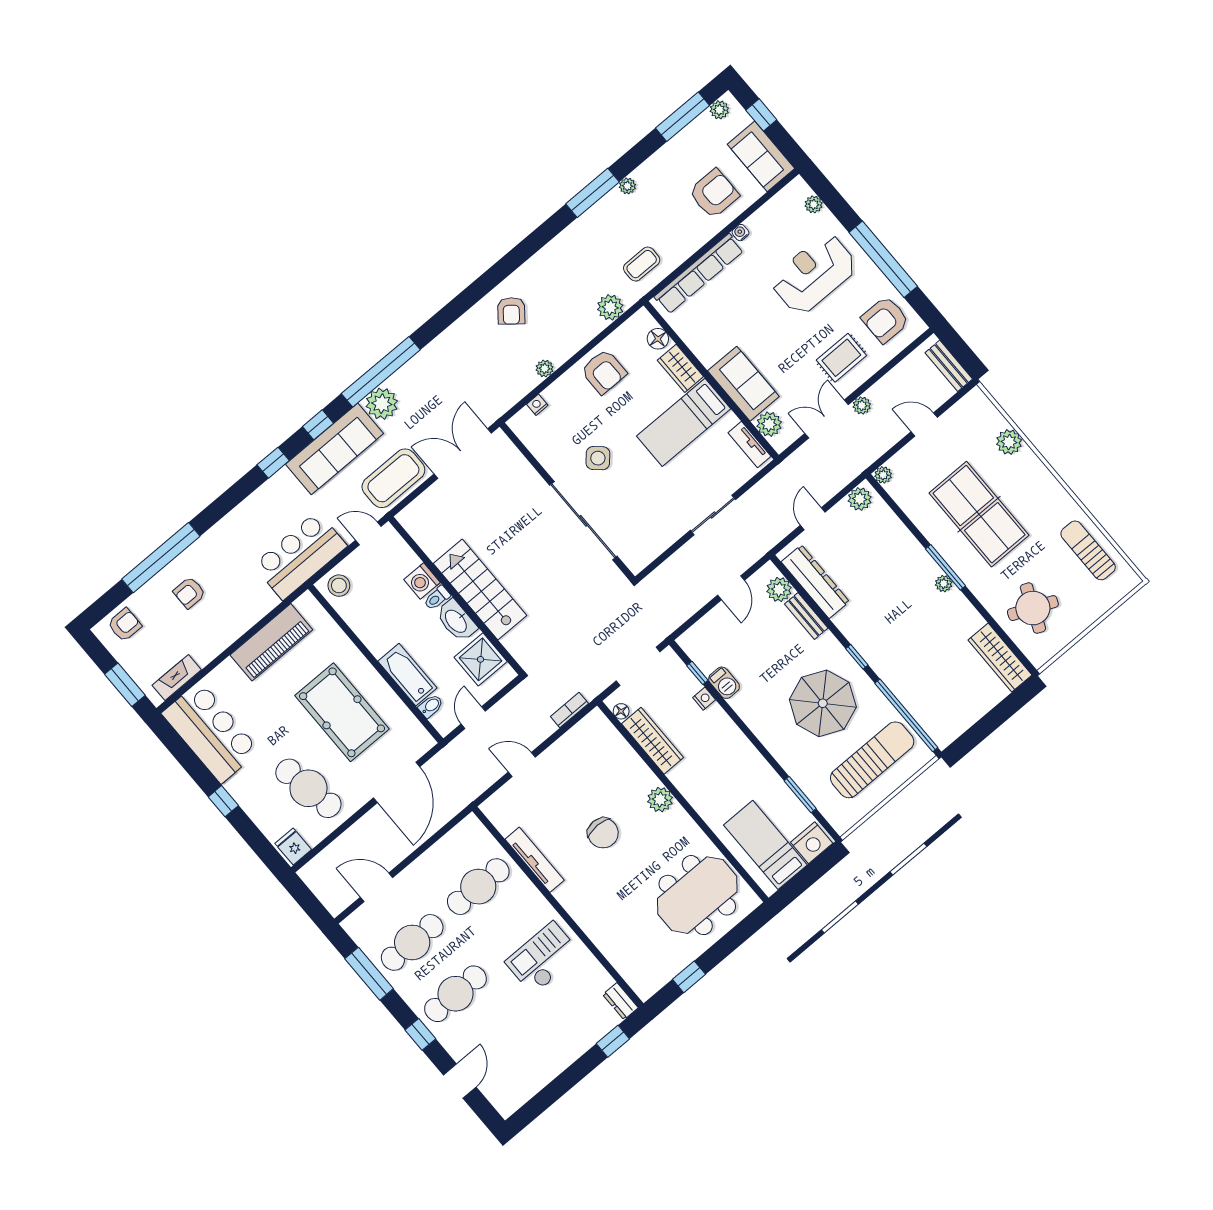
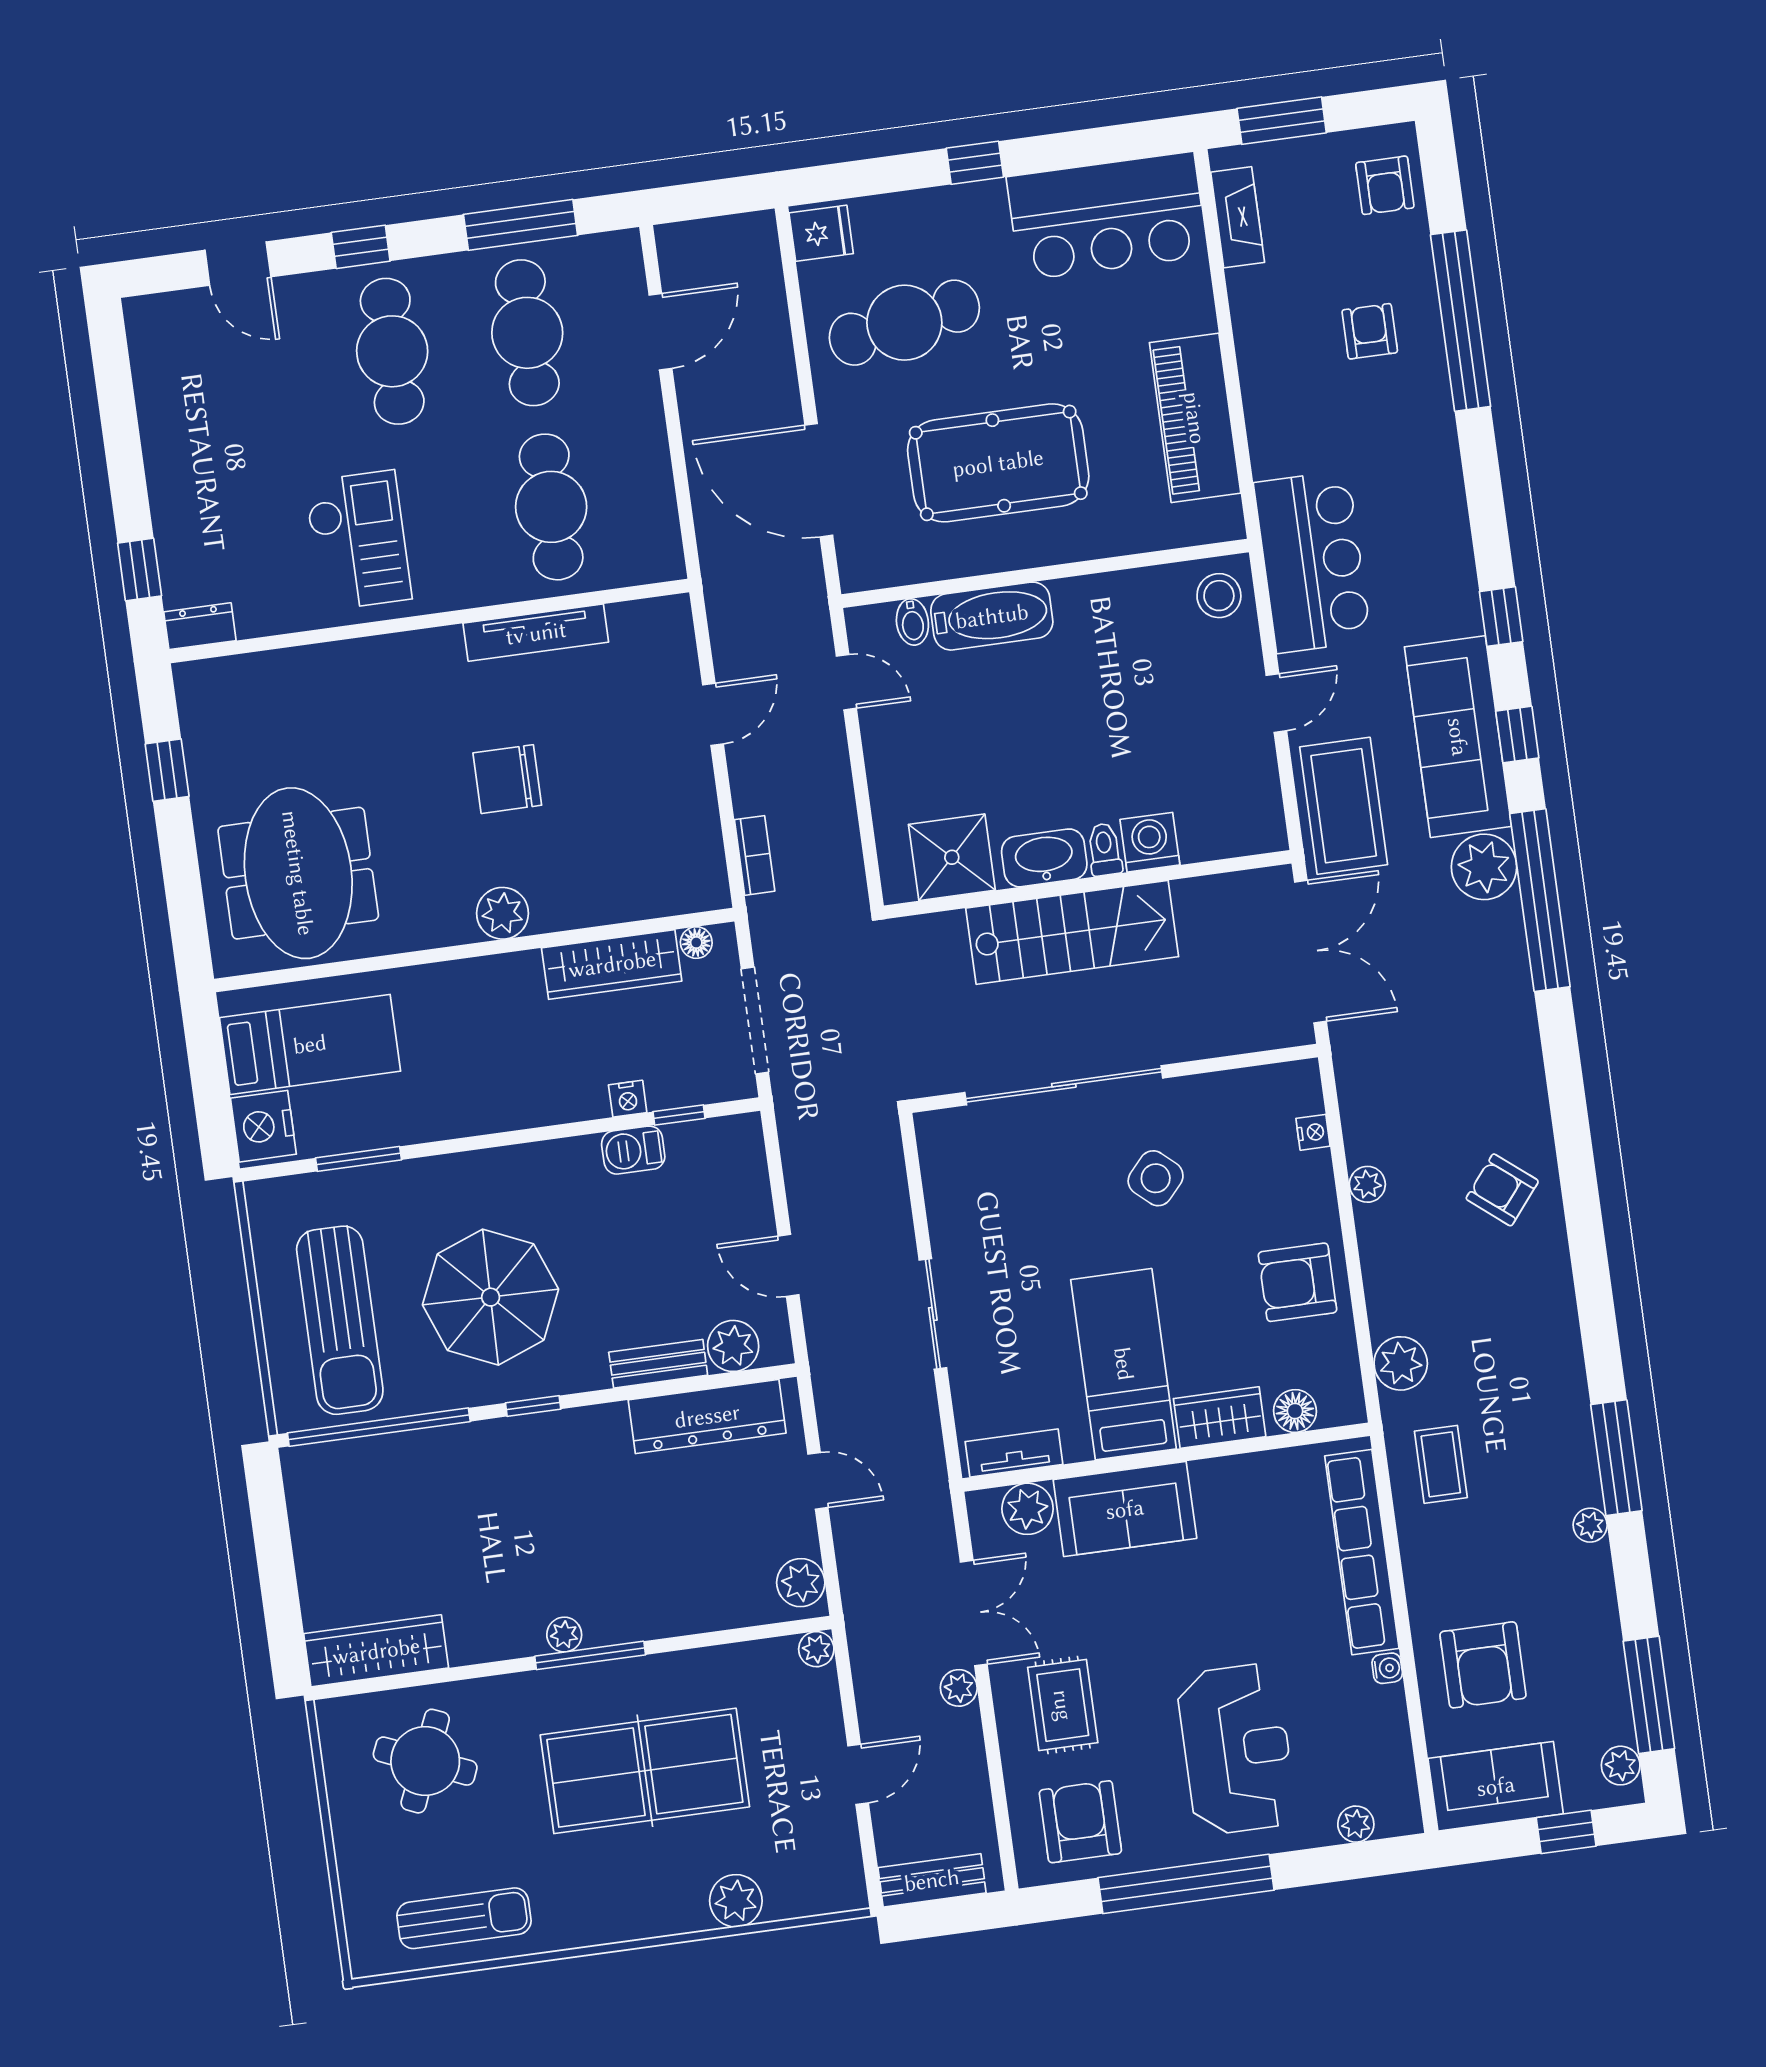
washing machine: (422, 581) -> (1150, 842), moved
stairs: (480, 590) -> (1072, 932), moved
wall: (456, 596) -> (1088, 884), moved
toilet: (437, 598) -> (1105, 849), moved
washbasin: (456, 621) -> (1044, 858), moved
shower: (481, 659) -> (952, 857), moved

